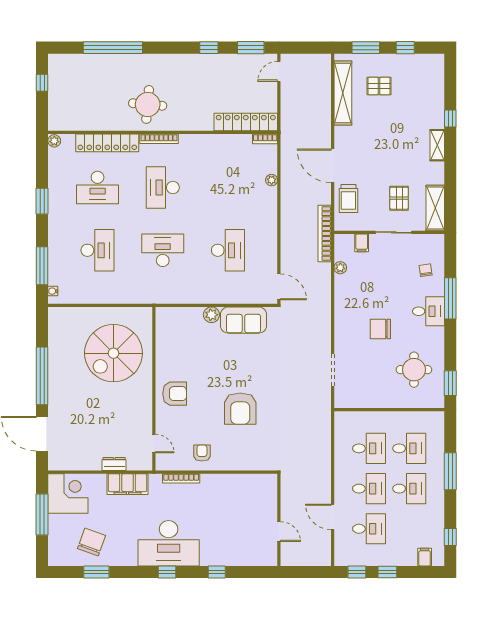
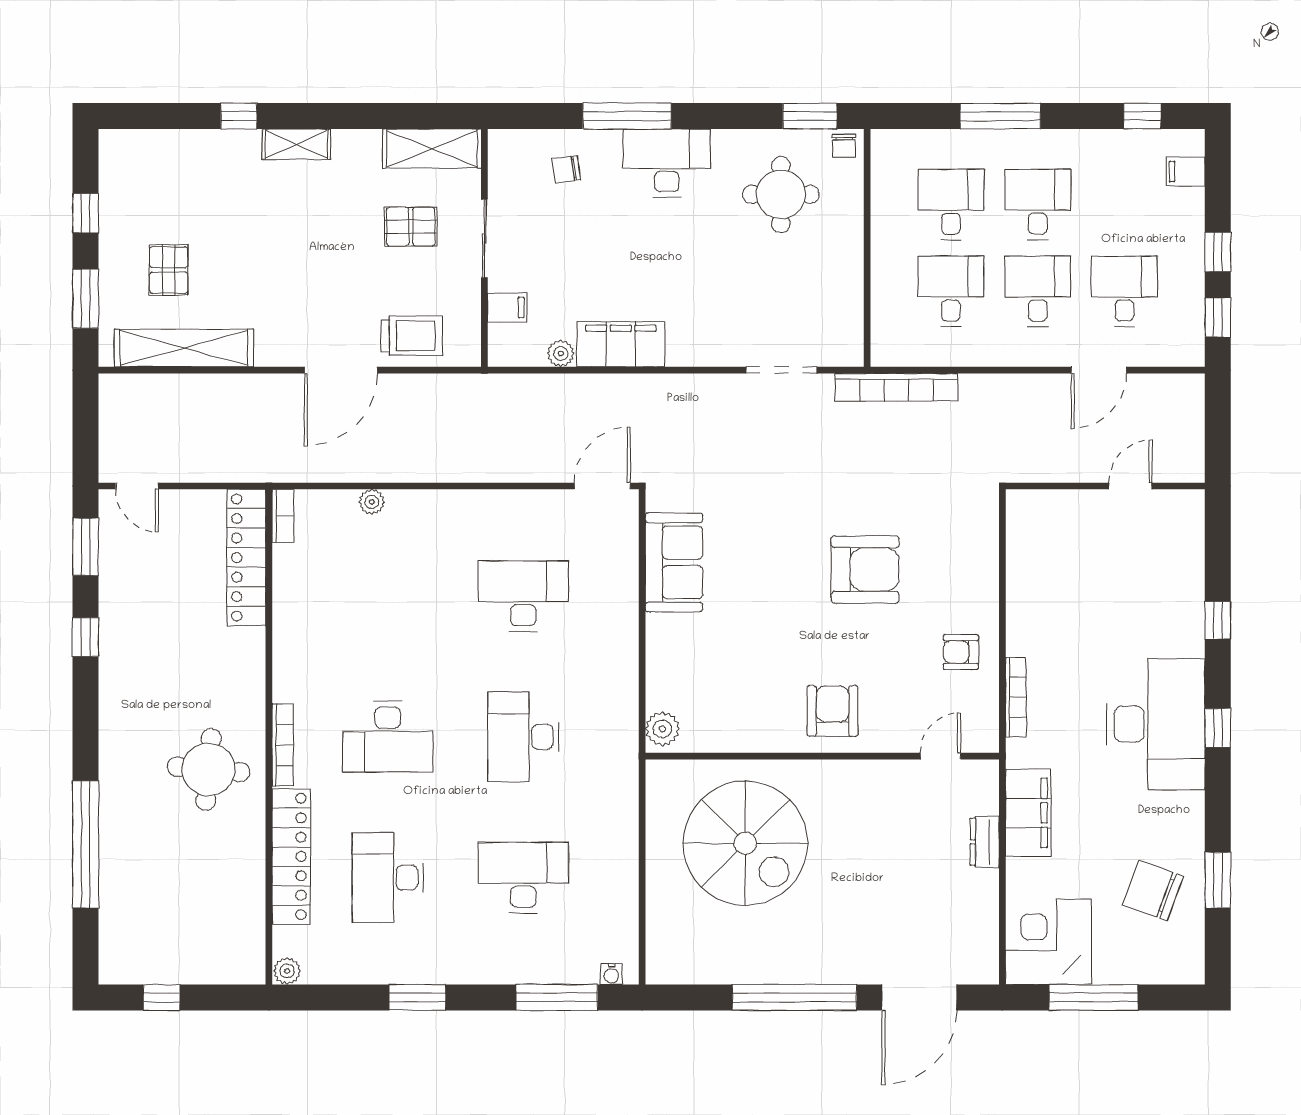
desk: (98, 187) -> (388, 878), turned 180
bookcase: (325, 233) -> (896, 387), moved
filing cabinet: (345, 295) -> (621, 344), added
desk: (428, 311) -> (667, 163), width x1.37
plant: (211, 315) -> (662, 729), moved
chair: (380, 329) -> (844, 146), moved, width x0.54, depth x0.54

